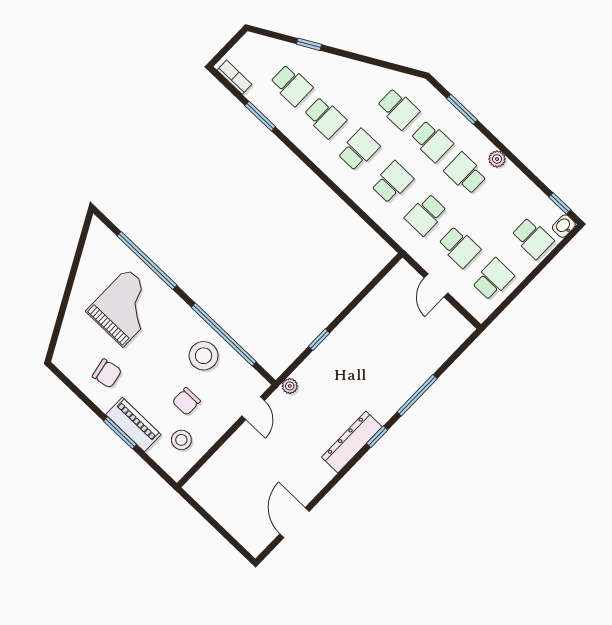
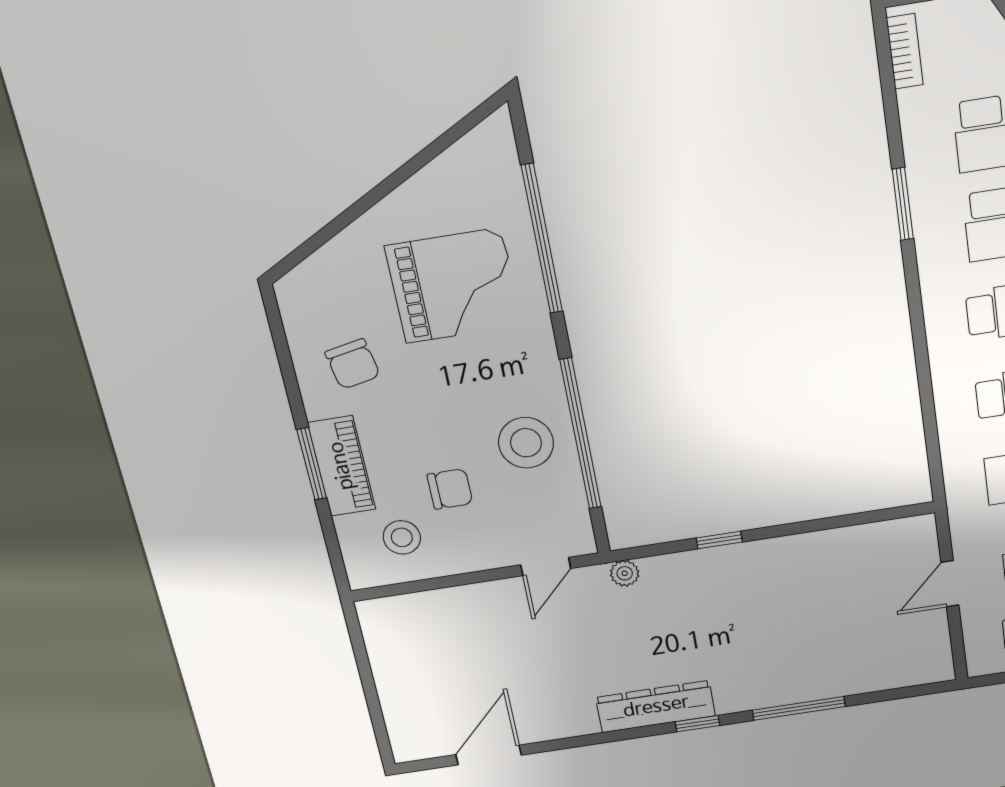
window: (260, 116) -> (903, 204), moved
chair: (186, 401) -> (450, 489), turned 180

